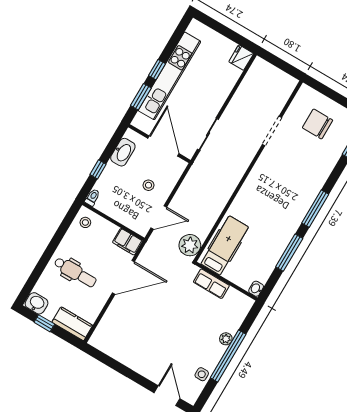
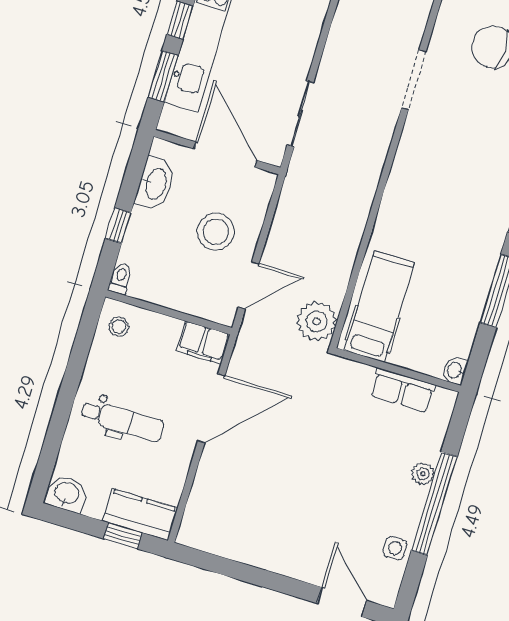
stool: (148, 185) -> (216, 232), width x1.89, depth x1.89
row of seats: (211, 284) -> (403, 390), moved
window: (44, 323) -> (123, 536), moved

